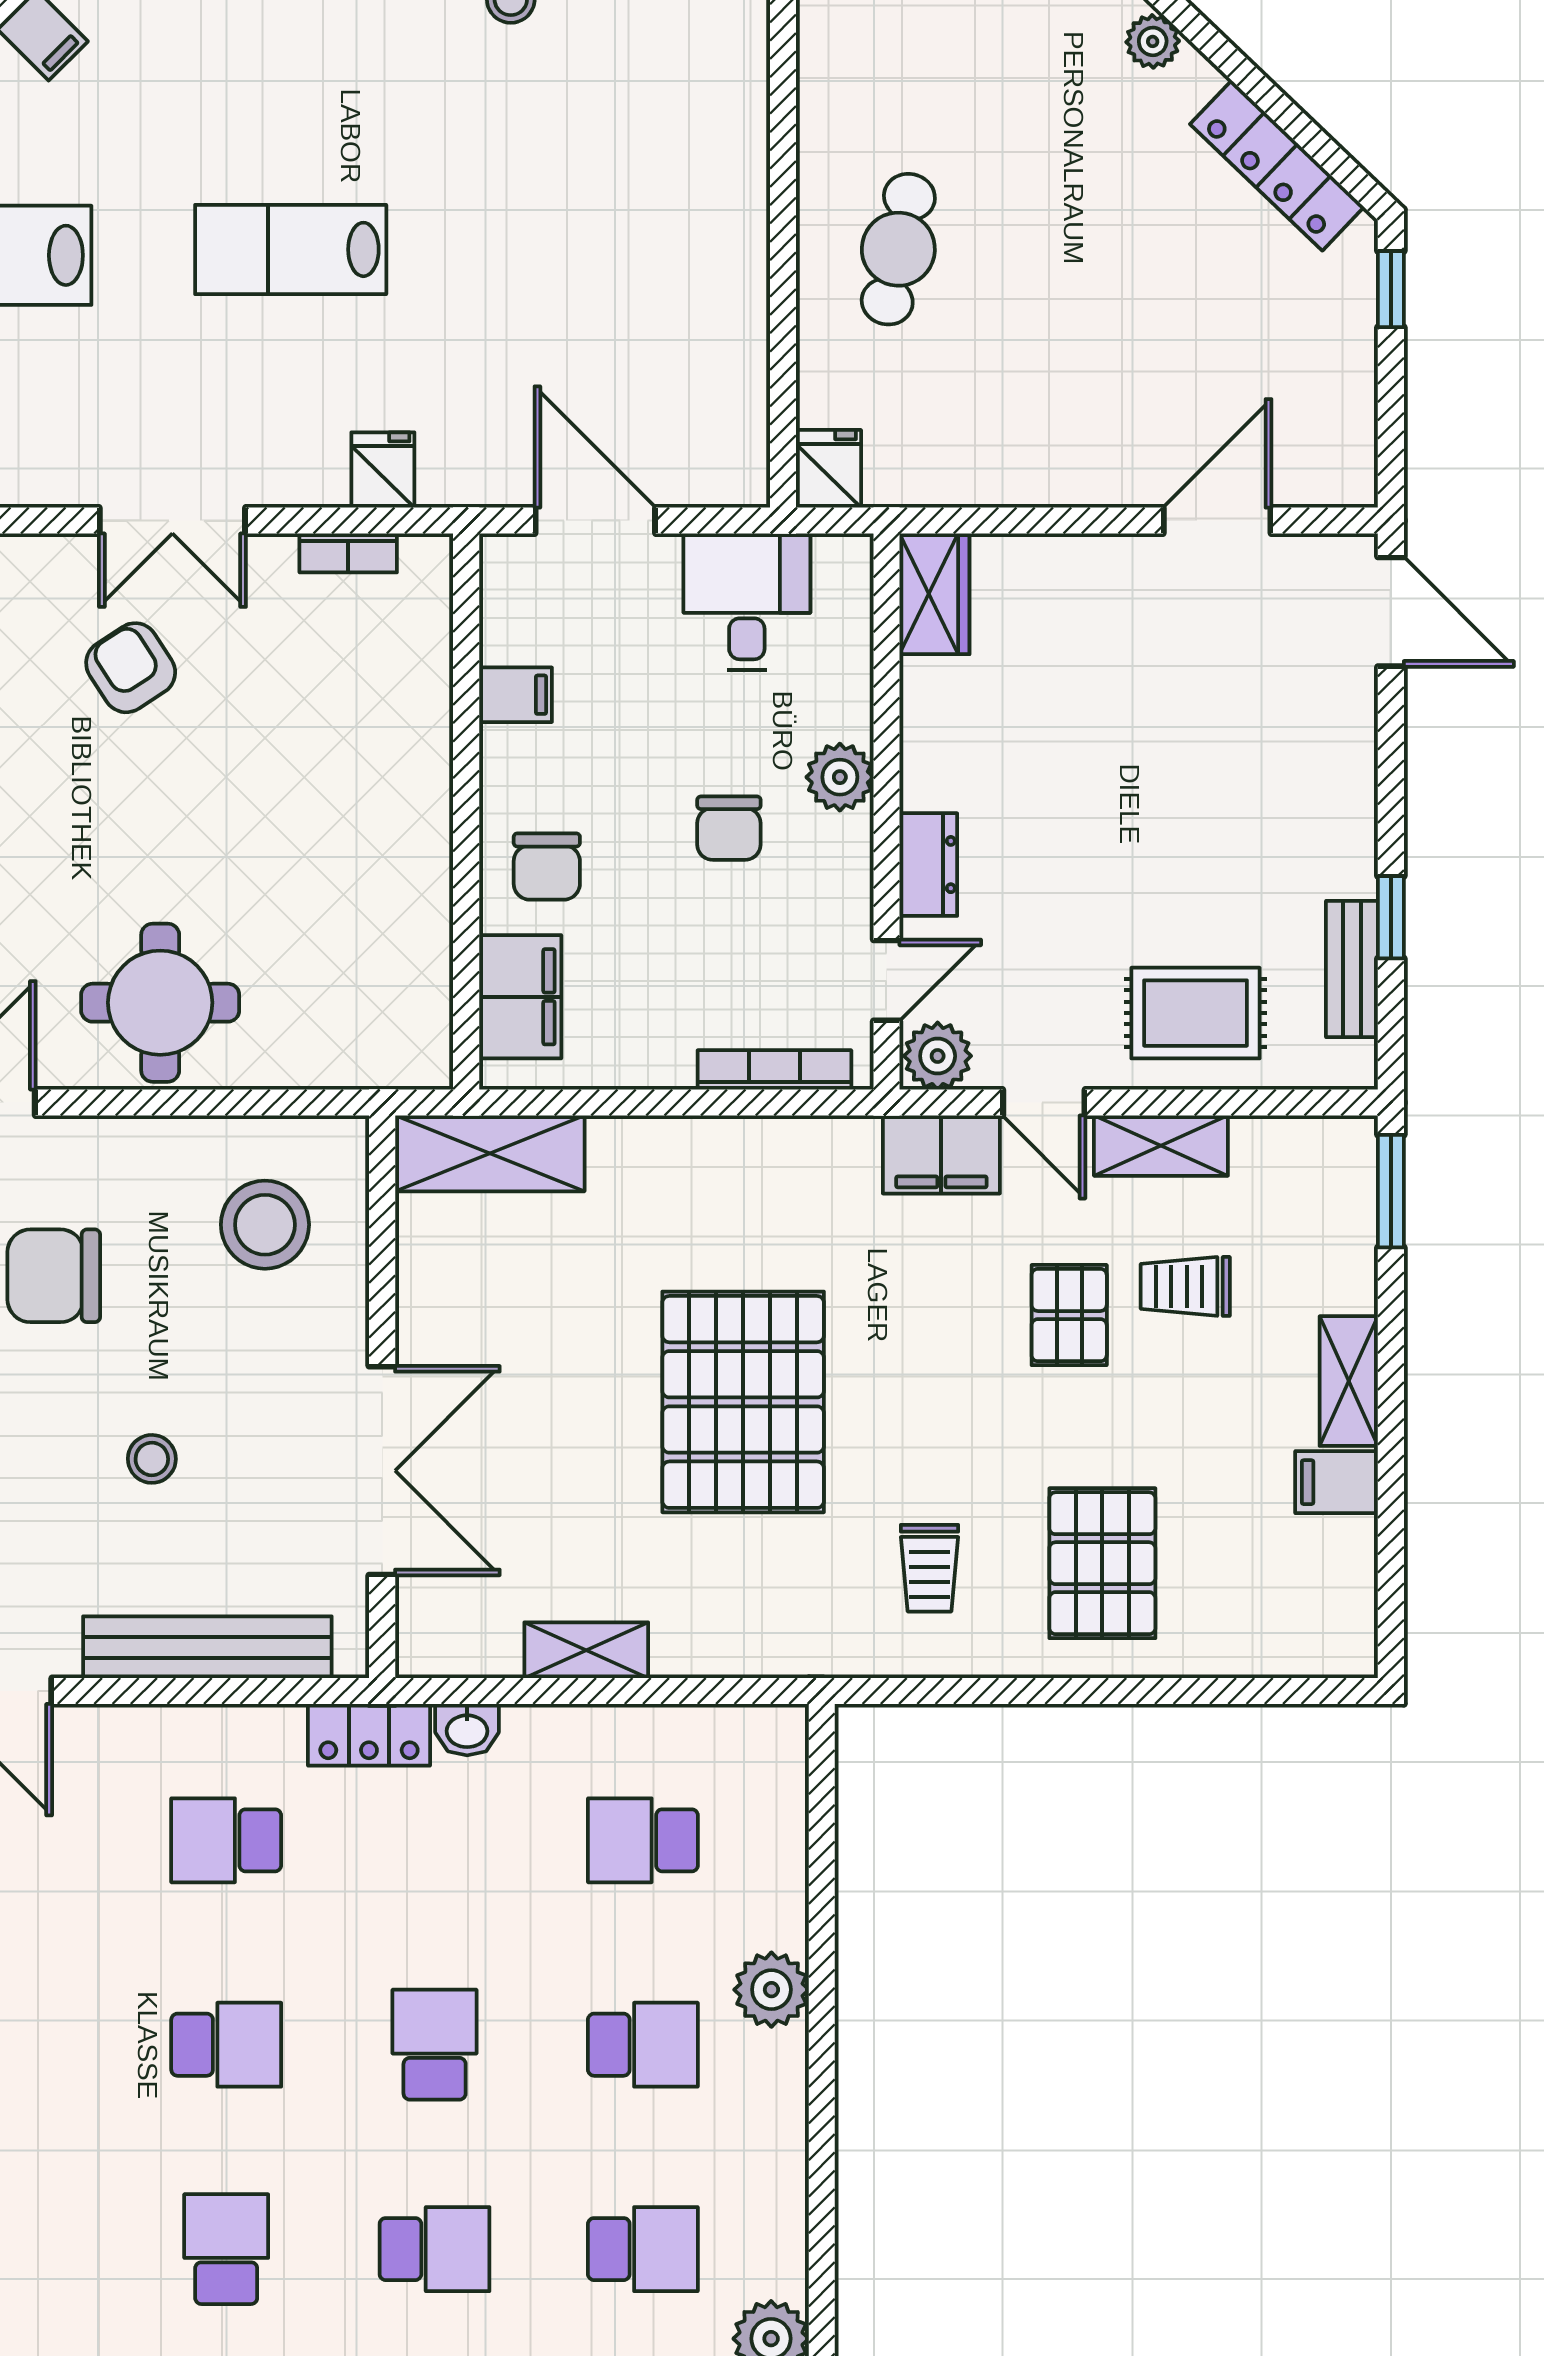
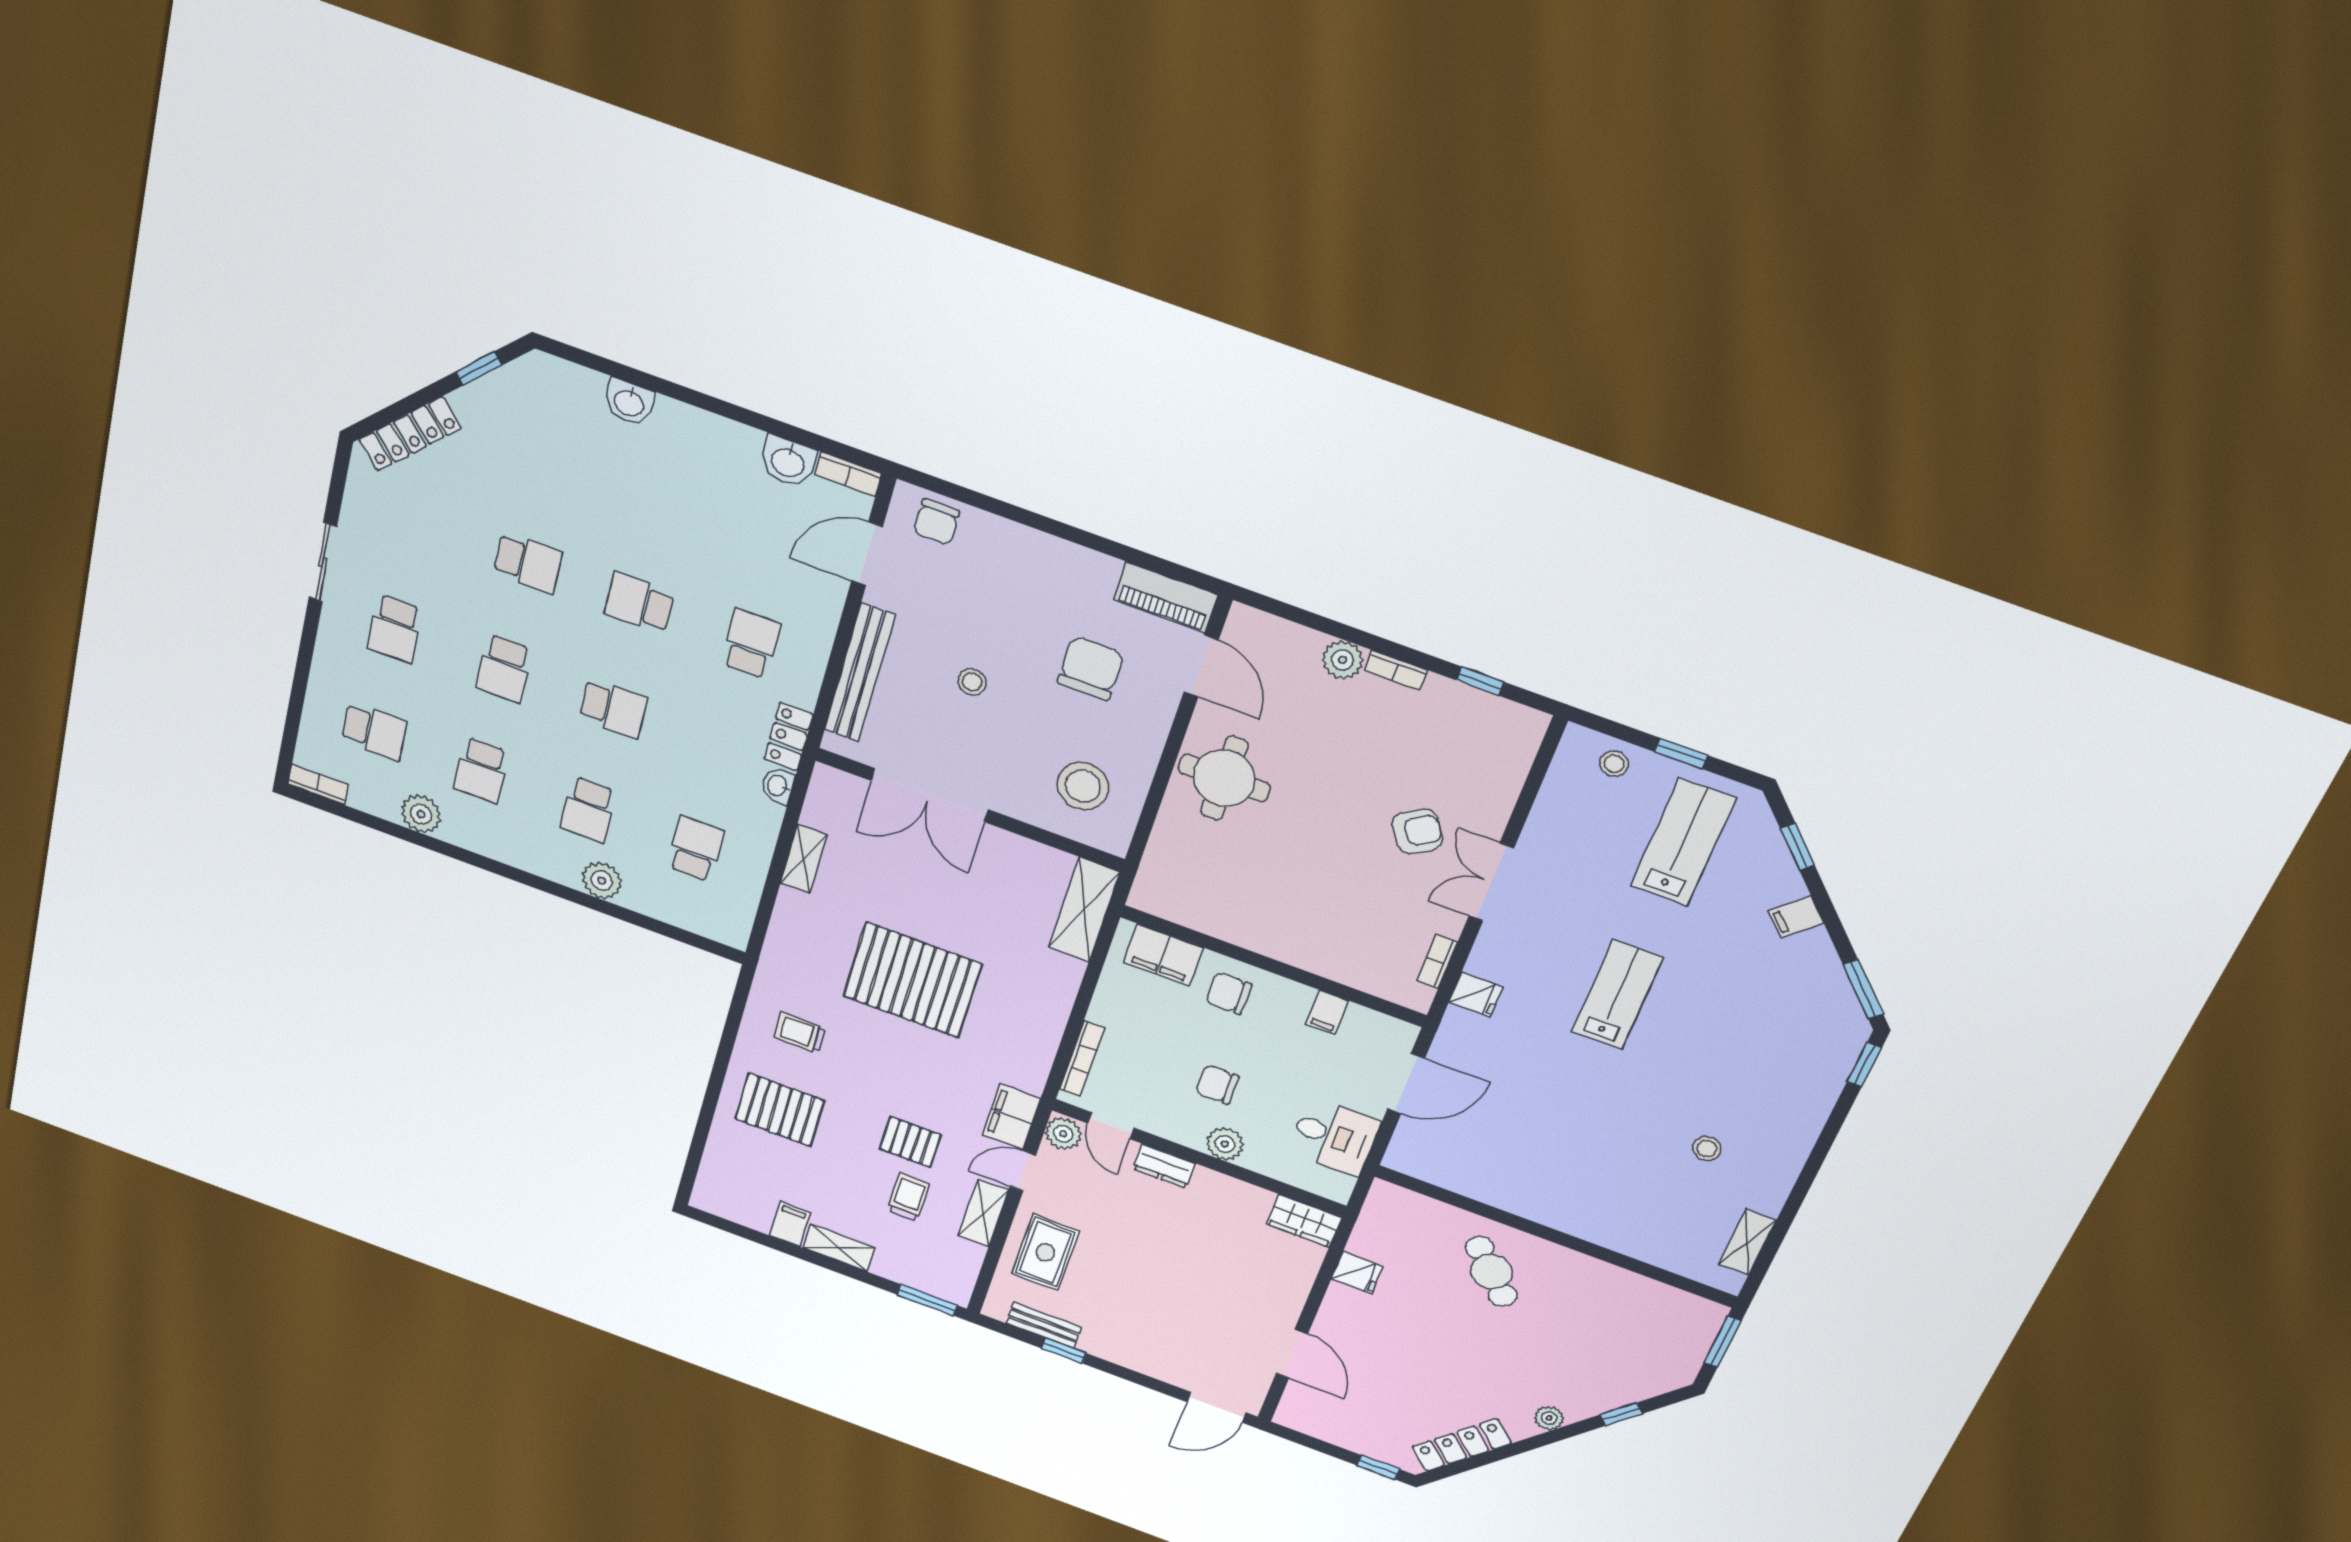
cafe table: (898, 249) -> (1491, 1271), turned 35
fridge: (829, 469) -> (1357, 1273), moved
school desk: (226, 2045) -> (639, 603), turned 90

